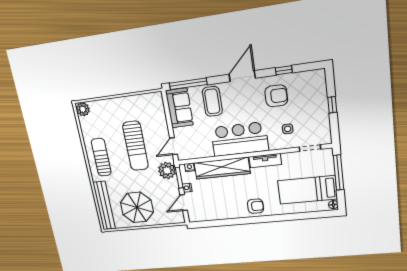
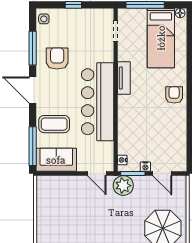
window: (284, 70) -> (33, 48), width x2.17
side table: (288, 129) -> (44, 19), moved
bar counter: (239, 139) -> (98, 102), width x1.36
sun lounger: (135, 146) -> (92, 215), removed
wardrobe: (222, 168) -> (127, 125), removed

